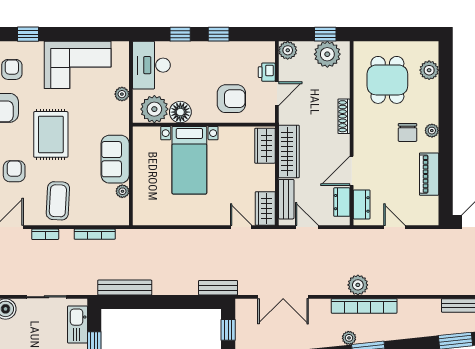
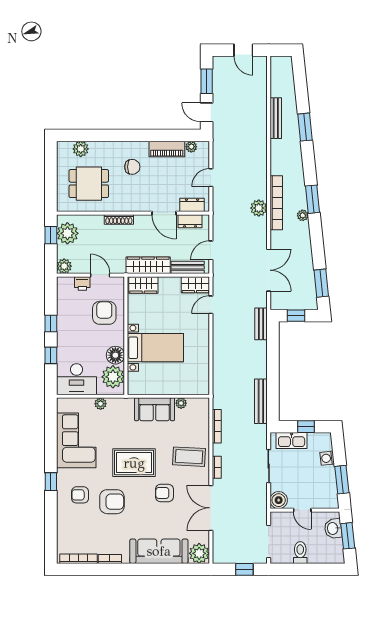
plant: (432, 131) -> (191, 147), moved

